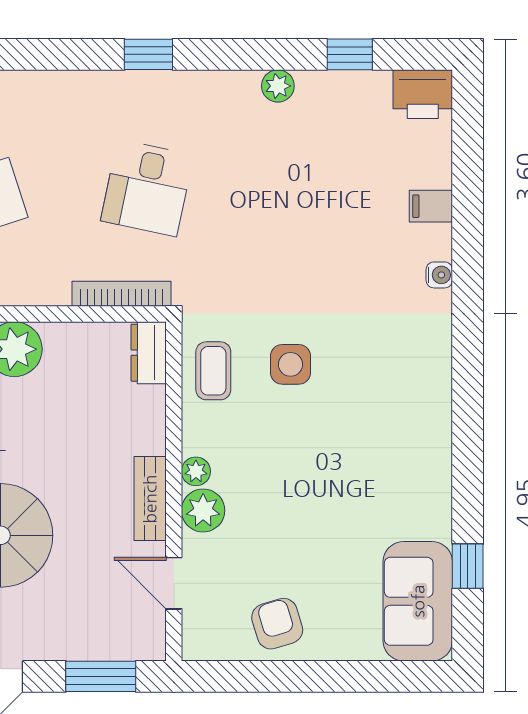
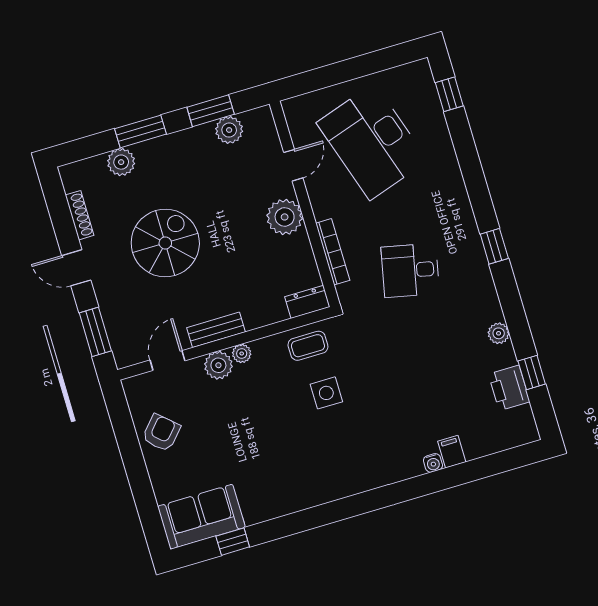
printer: (423, 94) -> (509, 388), moved
water cooler: (439, 275) -> (433, 463), moved
bookcase: (122, 294) -> (333, 252), moved
armchair: (277, 624) -> (161, 433), turned -31

